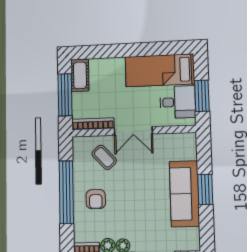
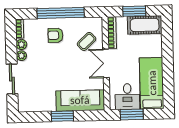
cot: (80, 75) -> (145, 25), width x1.37, depth x1.34
window: (65, 95) -> (134, 11), width x0.69
sofa: (184, 194) -> (80, 100), moved

